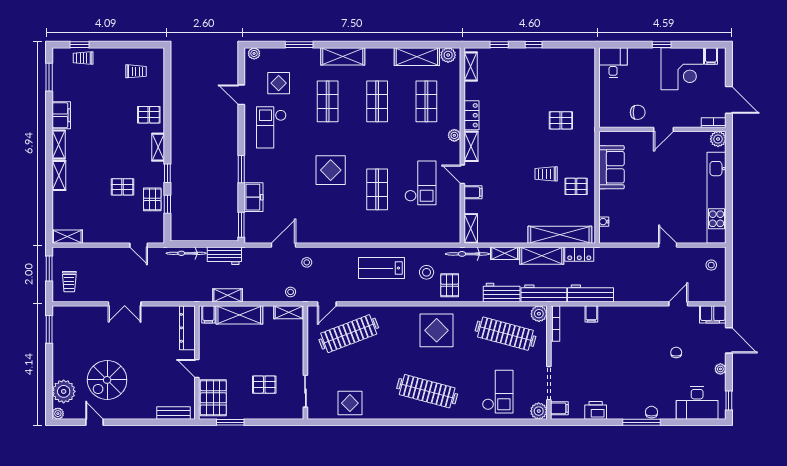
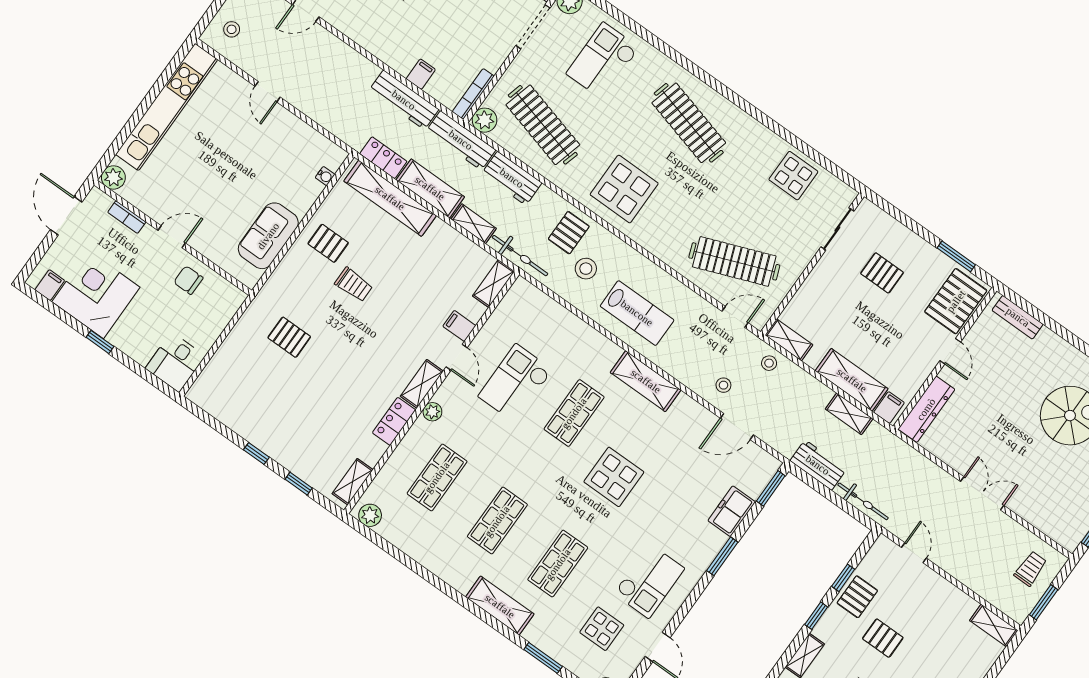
shelving: (417, 57) -> (646, 381), moved
bookcase: (714, 123) -> (127, 217), moved

